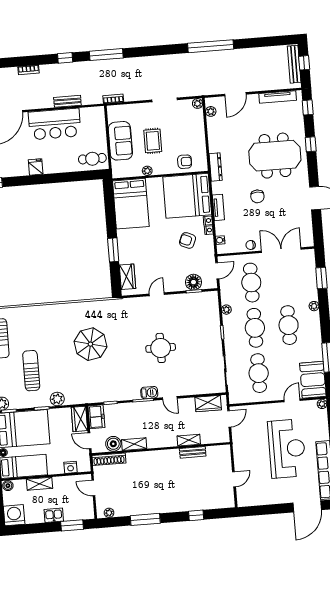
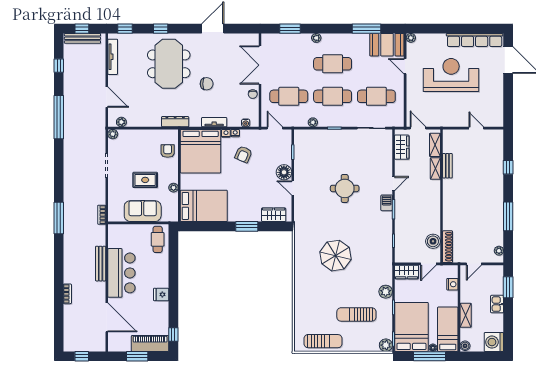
window: (65, 58) -> (59, 66), moved
bench: (67, 101) -> (101, 264), width x1.36
floor lamp: (194, 282) -> (284, 172), moved
freezer: (96, 417) -> (406, 255), removed
shelving: (134, 444) -> (435, 145), moved

